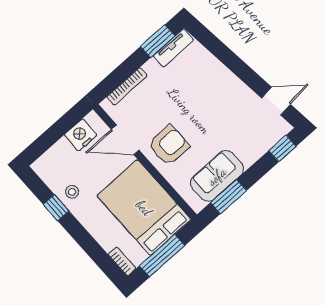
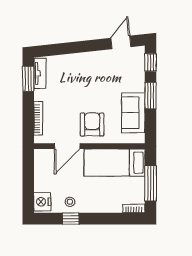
nightstand: (81, 135) -> (42, 202), moved
window: (228, 197) -> (151, 96), moved
bed: (144, 208) -> (115, 163), width x0.67

